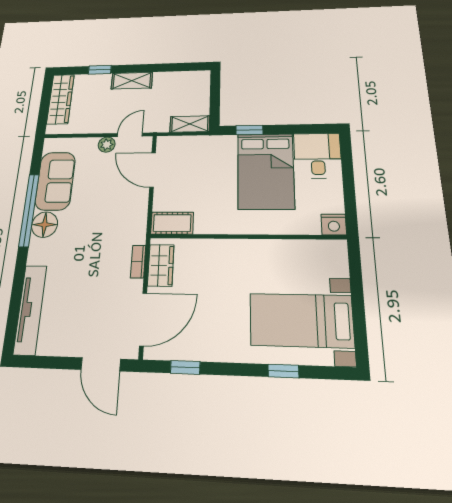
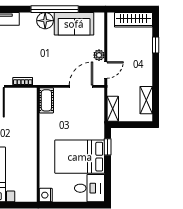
shelving: (132, 81) -> (146, 100), moved
door: (130, 135) -> (106, 70), hinge flipped
wardrobe: (161, 265) -> (21, 95), removed

